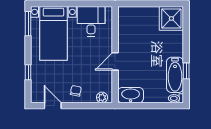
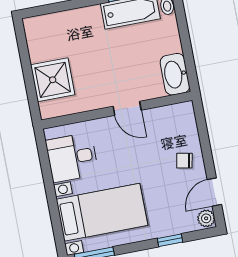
shower: (171, 18) -> (53, 80), moved
plant: (102, 97) -> (206, 218), moved

